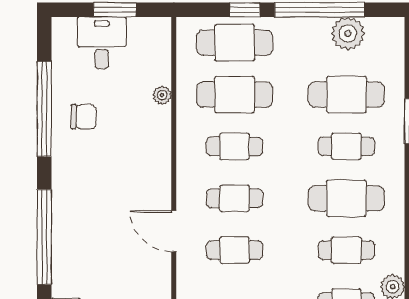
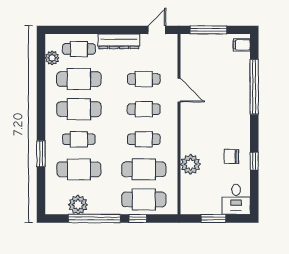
desk: (102, 43) -> (236, 199), moved
plant: (162, 95) -> (190, 164), width x1.88, depth x1.88
window: (44, 109) -> (254, 161), width x0.32
cafe table: (346, 250) -> (79, 79), width x1.37, depth x1.35

